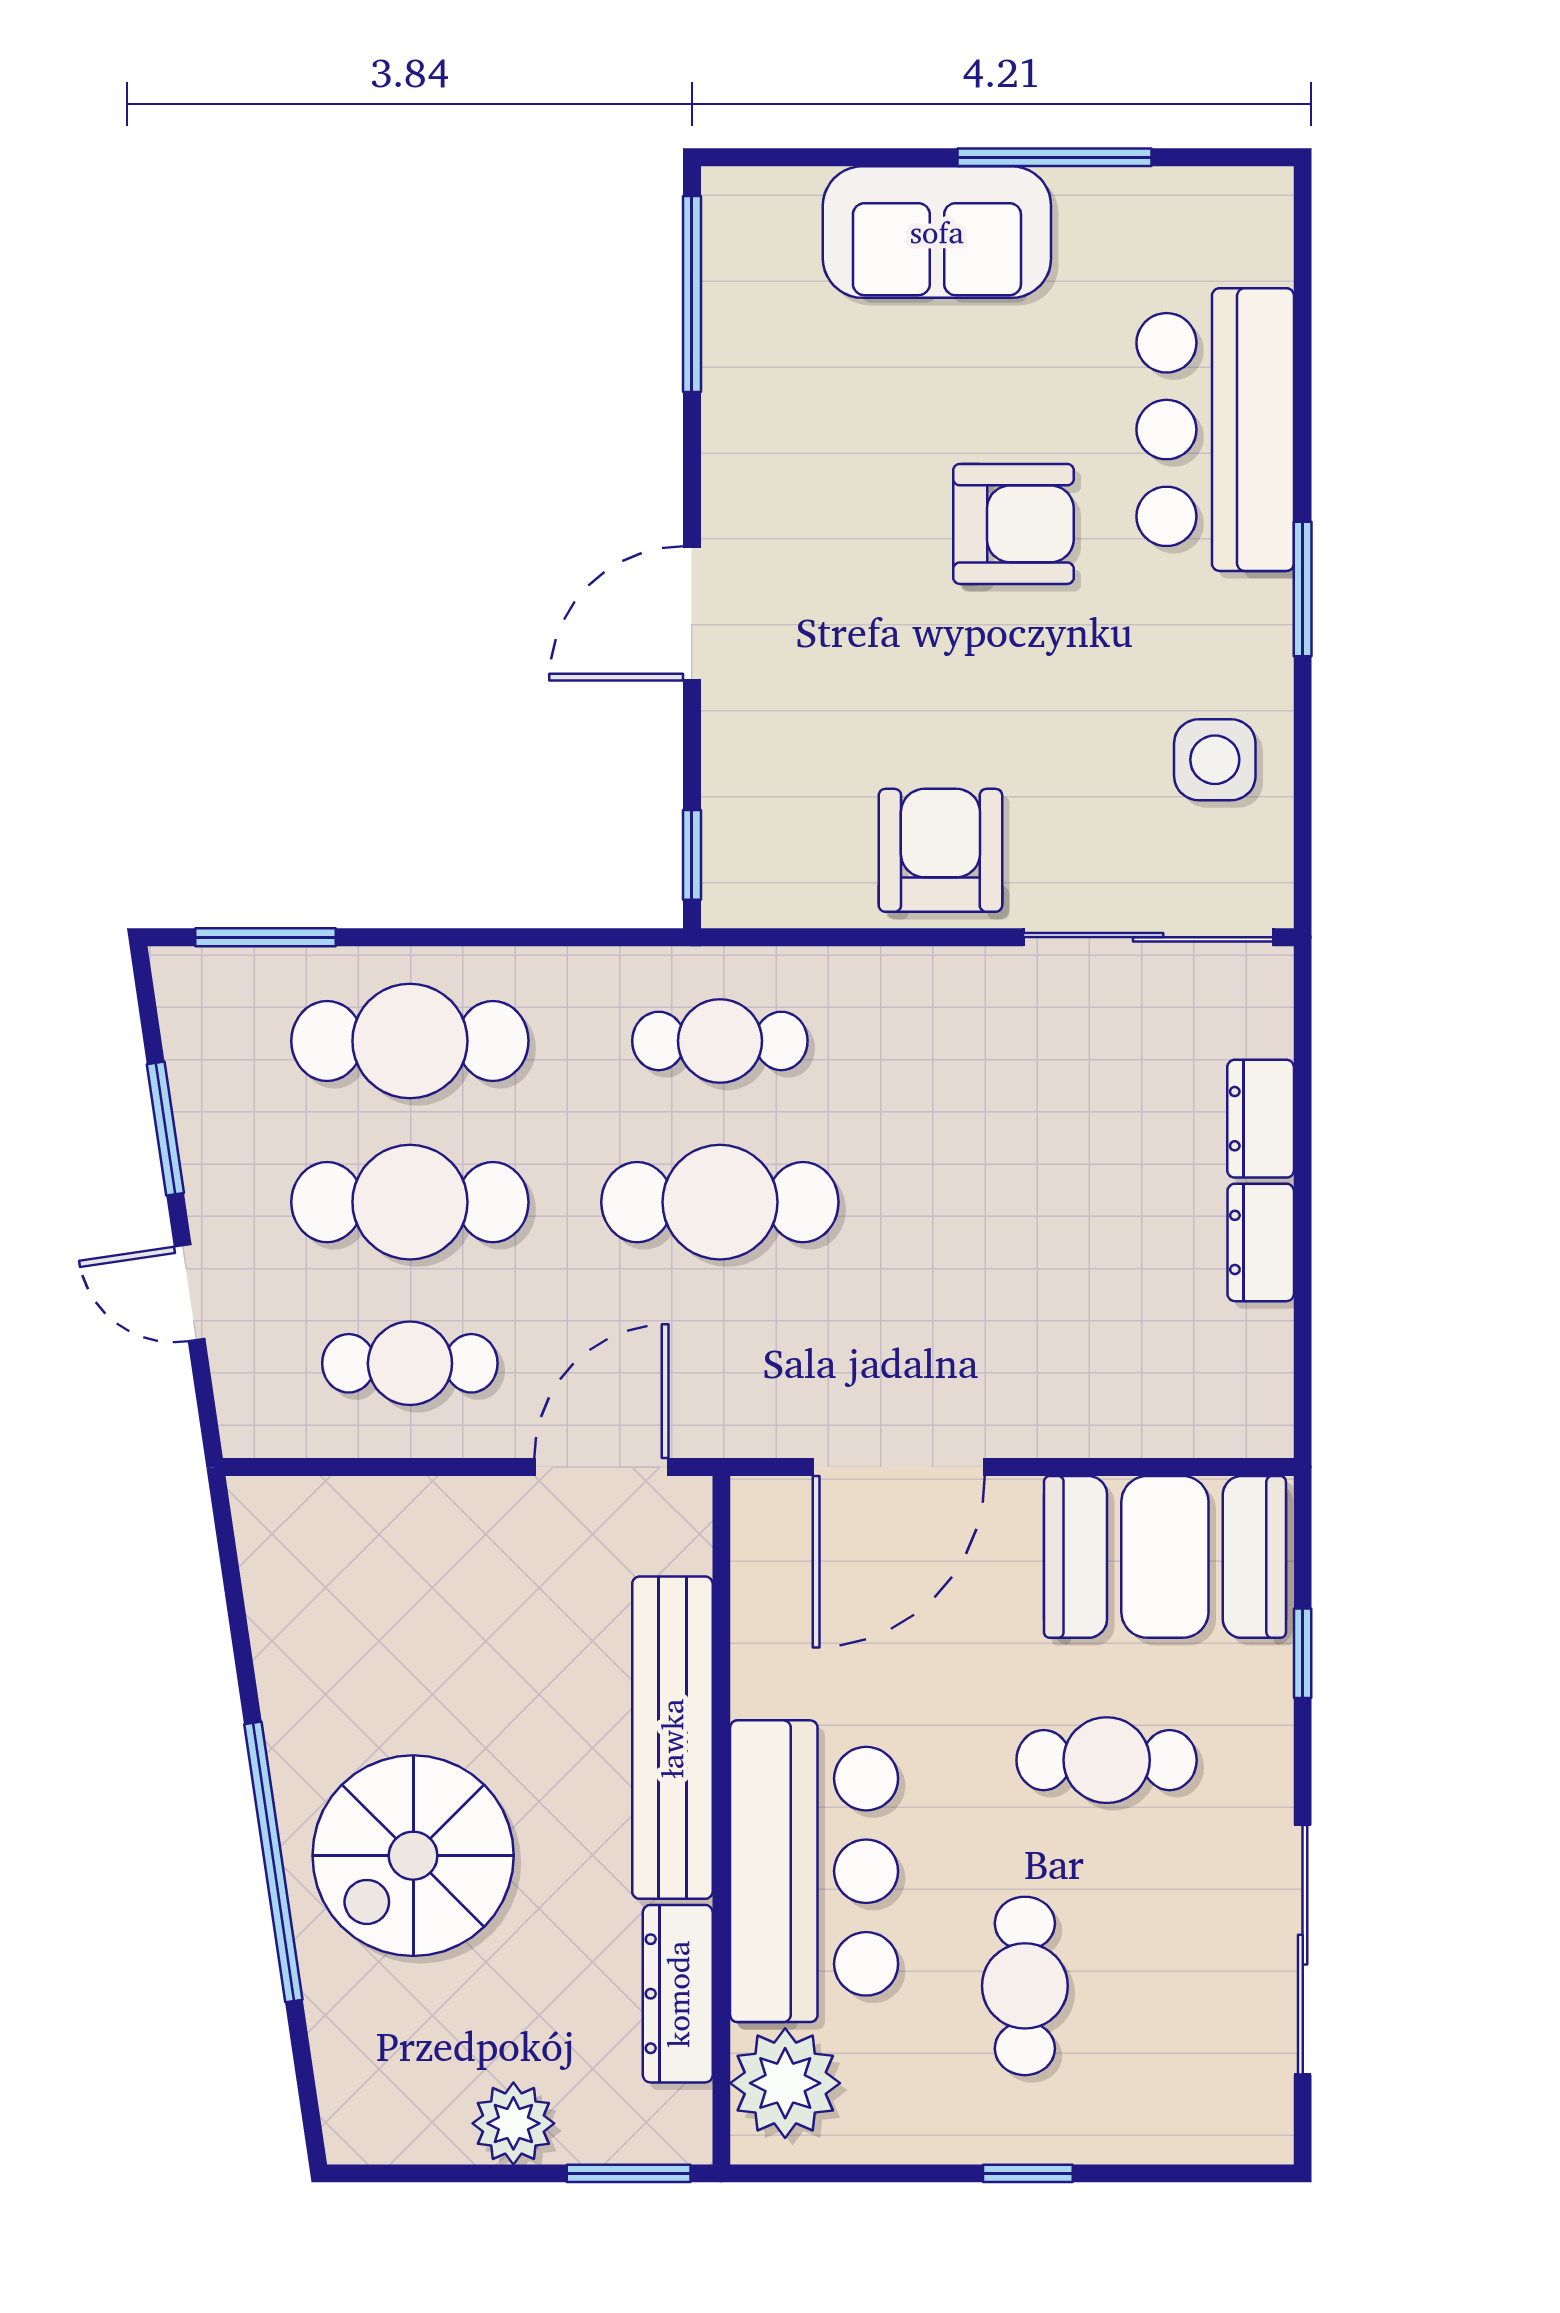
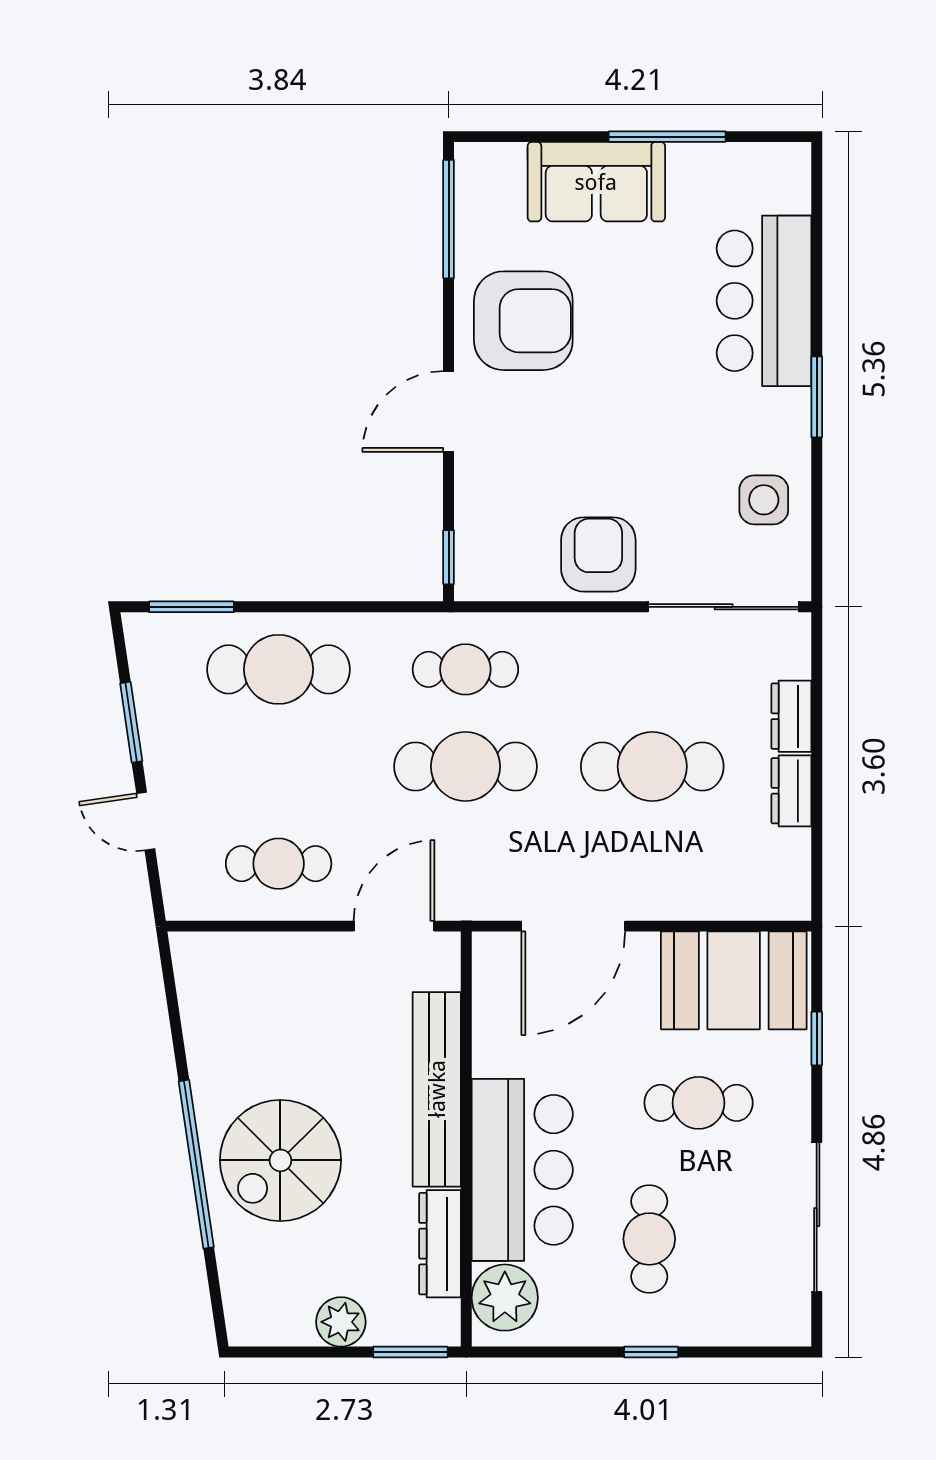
armchair: (1013, 524) -> (523, 321), moved, width x1.36, depth x1.36
cafe table: (410, 1202) -> (652, 766), moved

